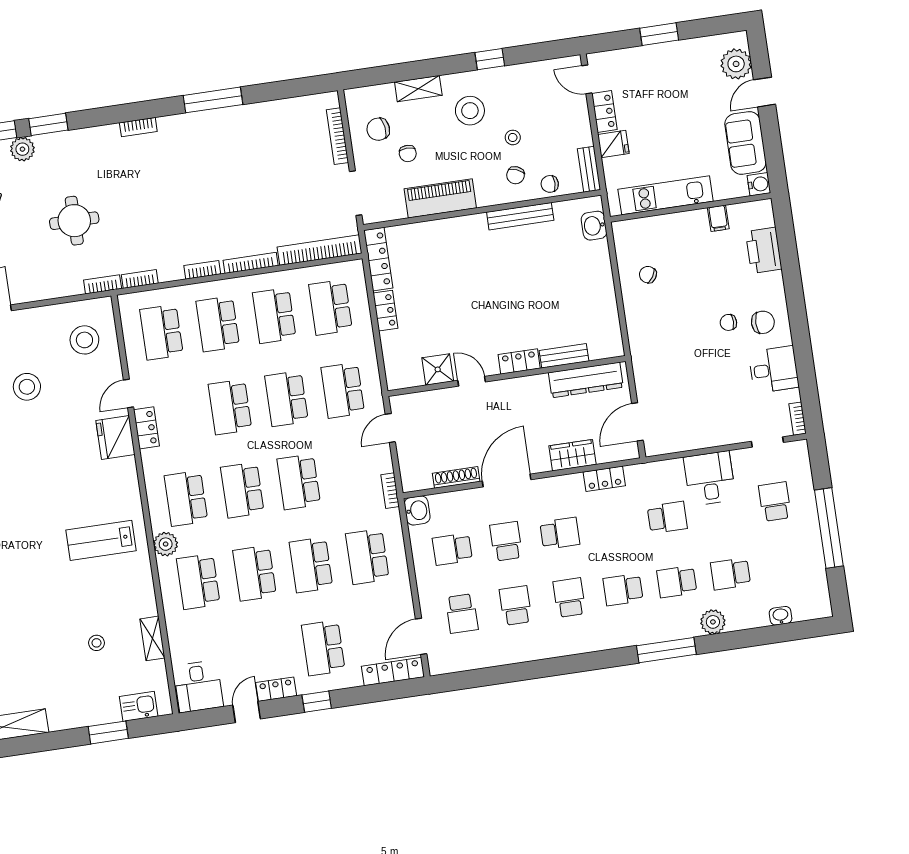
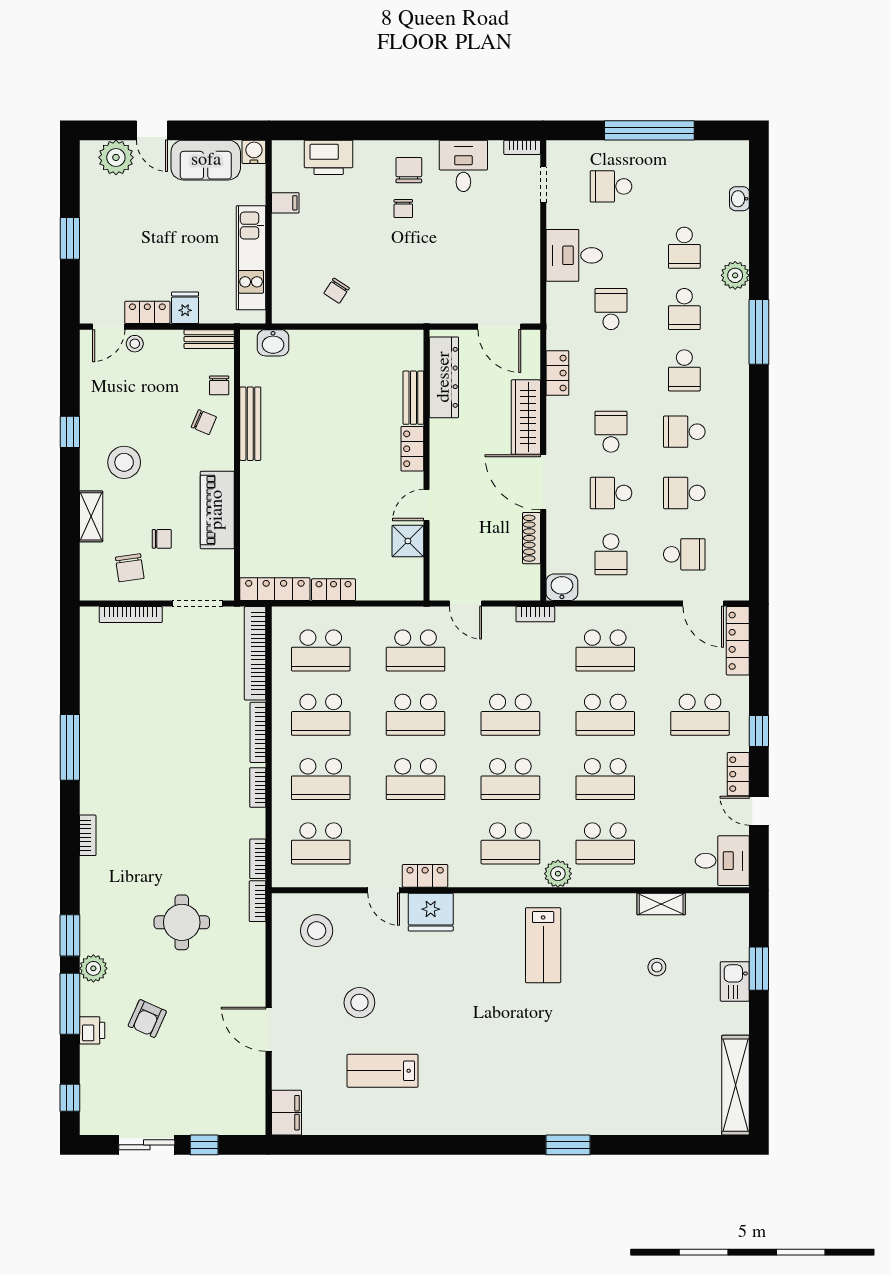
stool: (513, 137) -> (135, 344), moved
wardrobe: (573, 455) -> (526, 417), width x1.50
kitchen sink: (139, 706) -> (735, 981), moved

